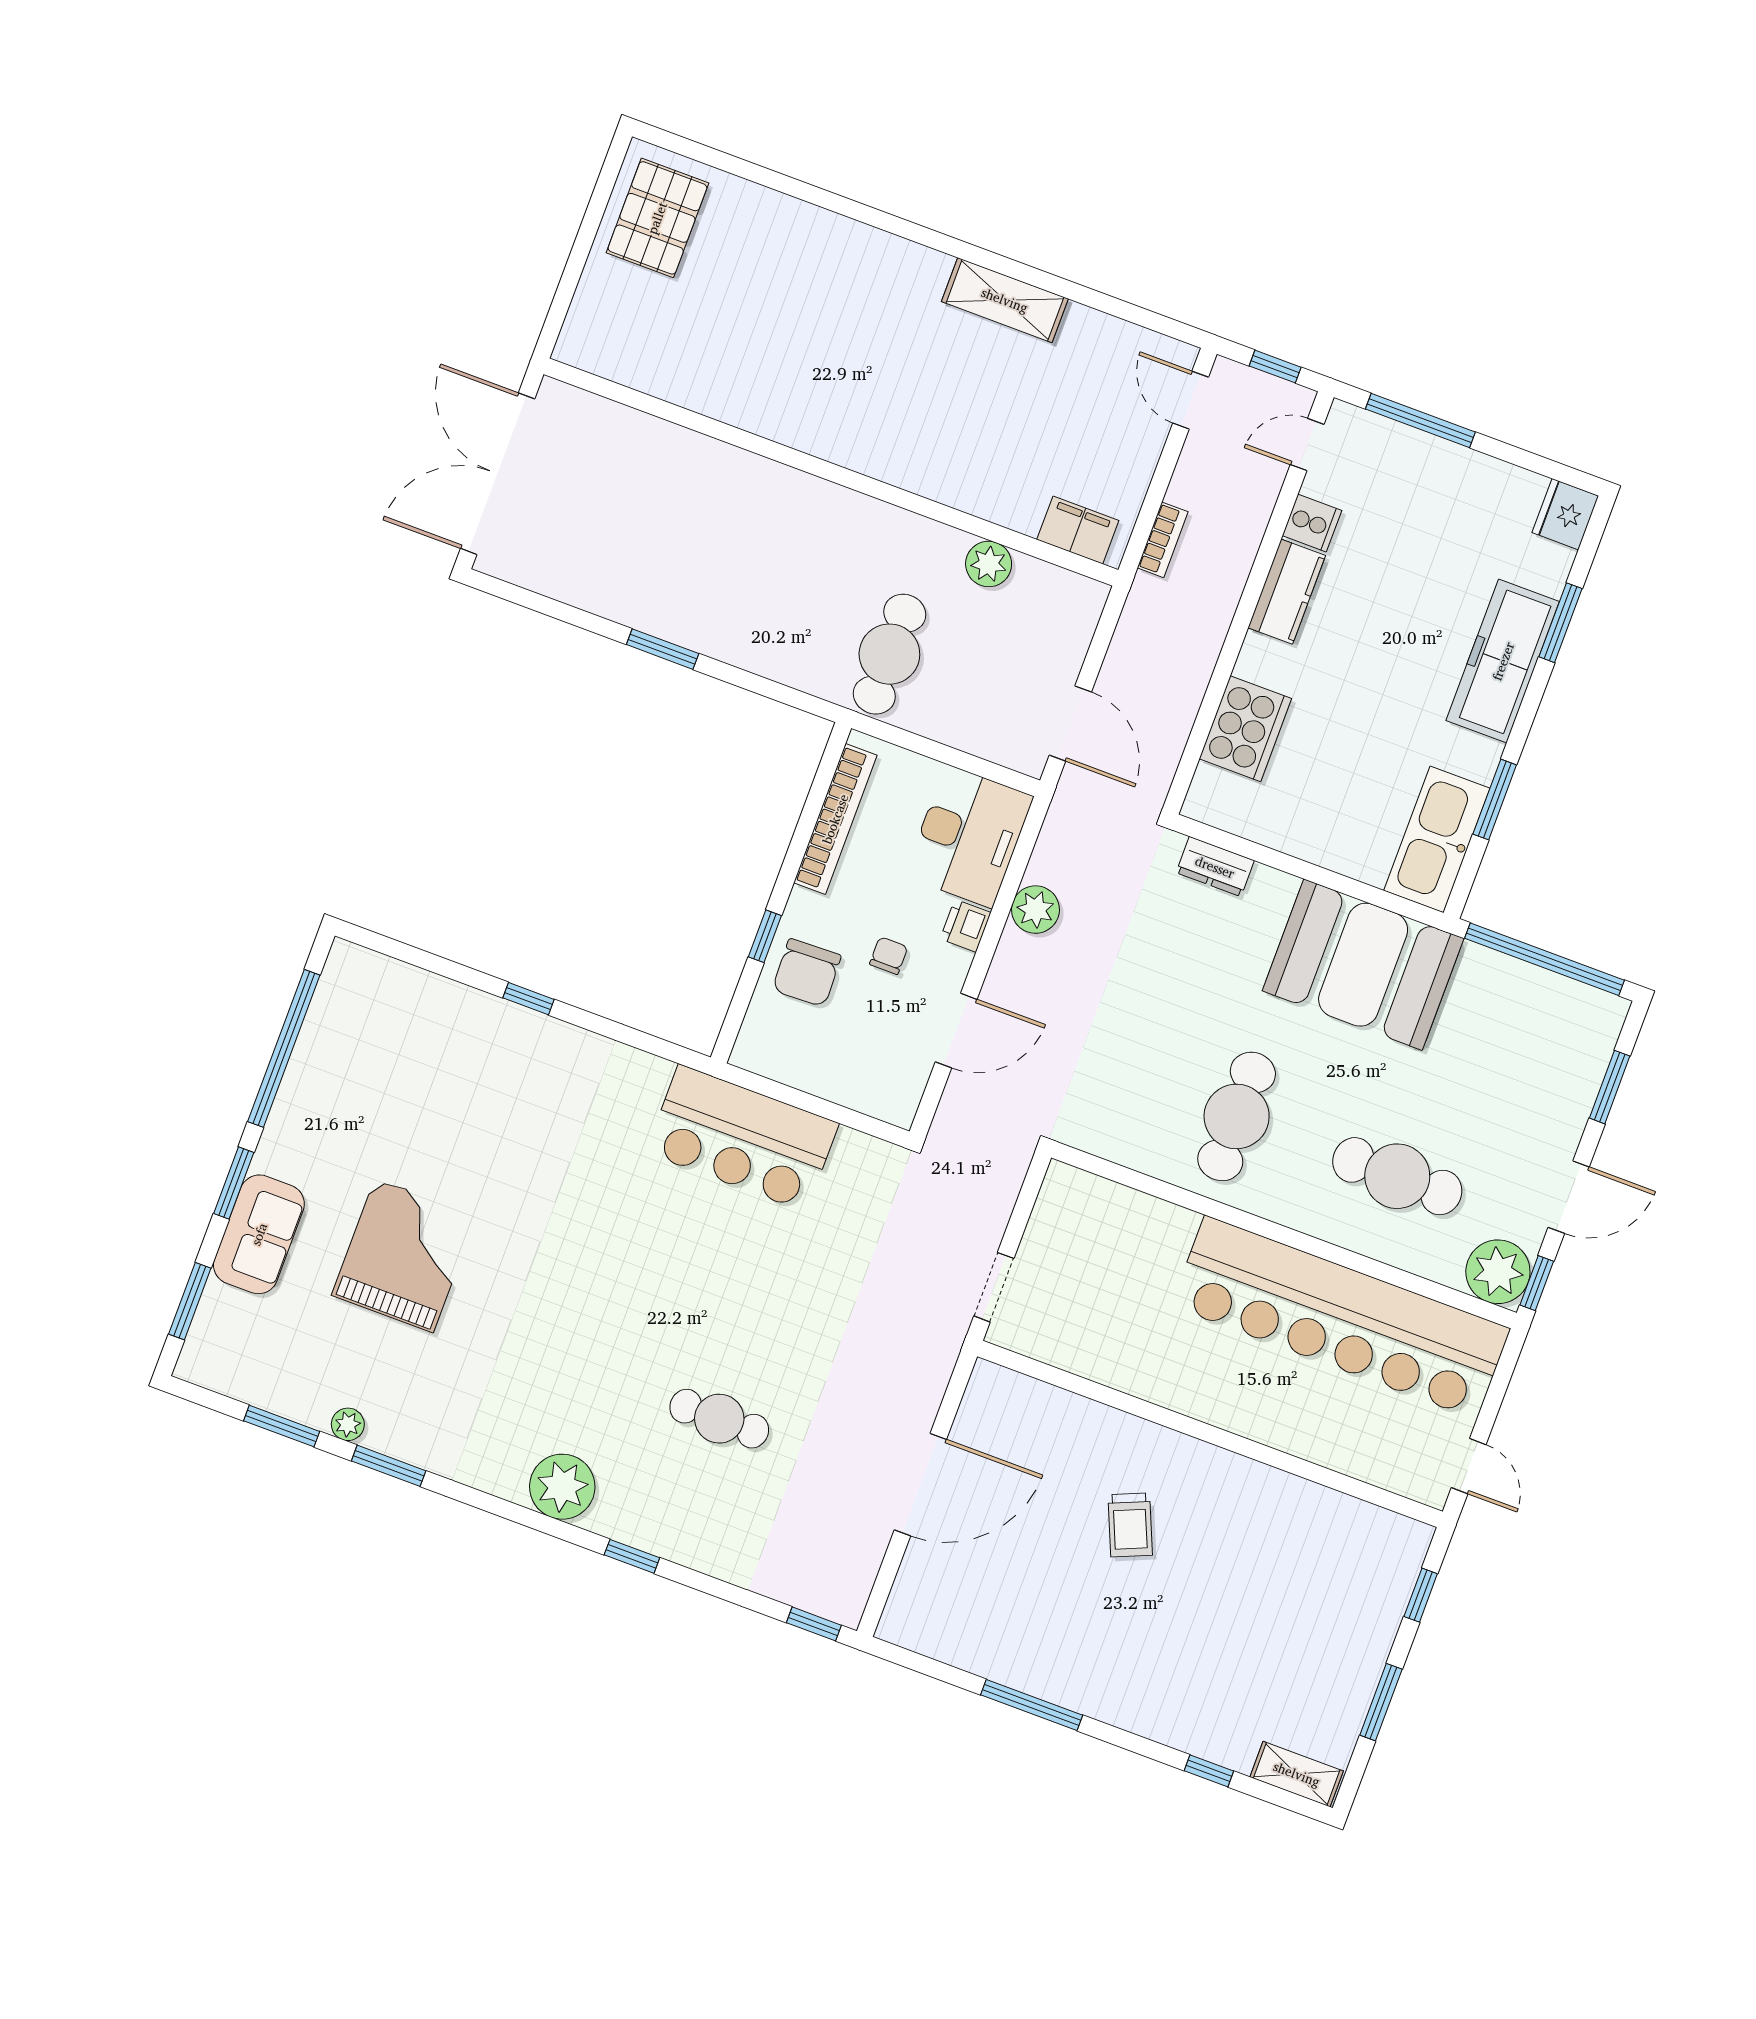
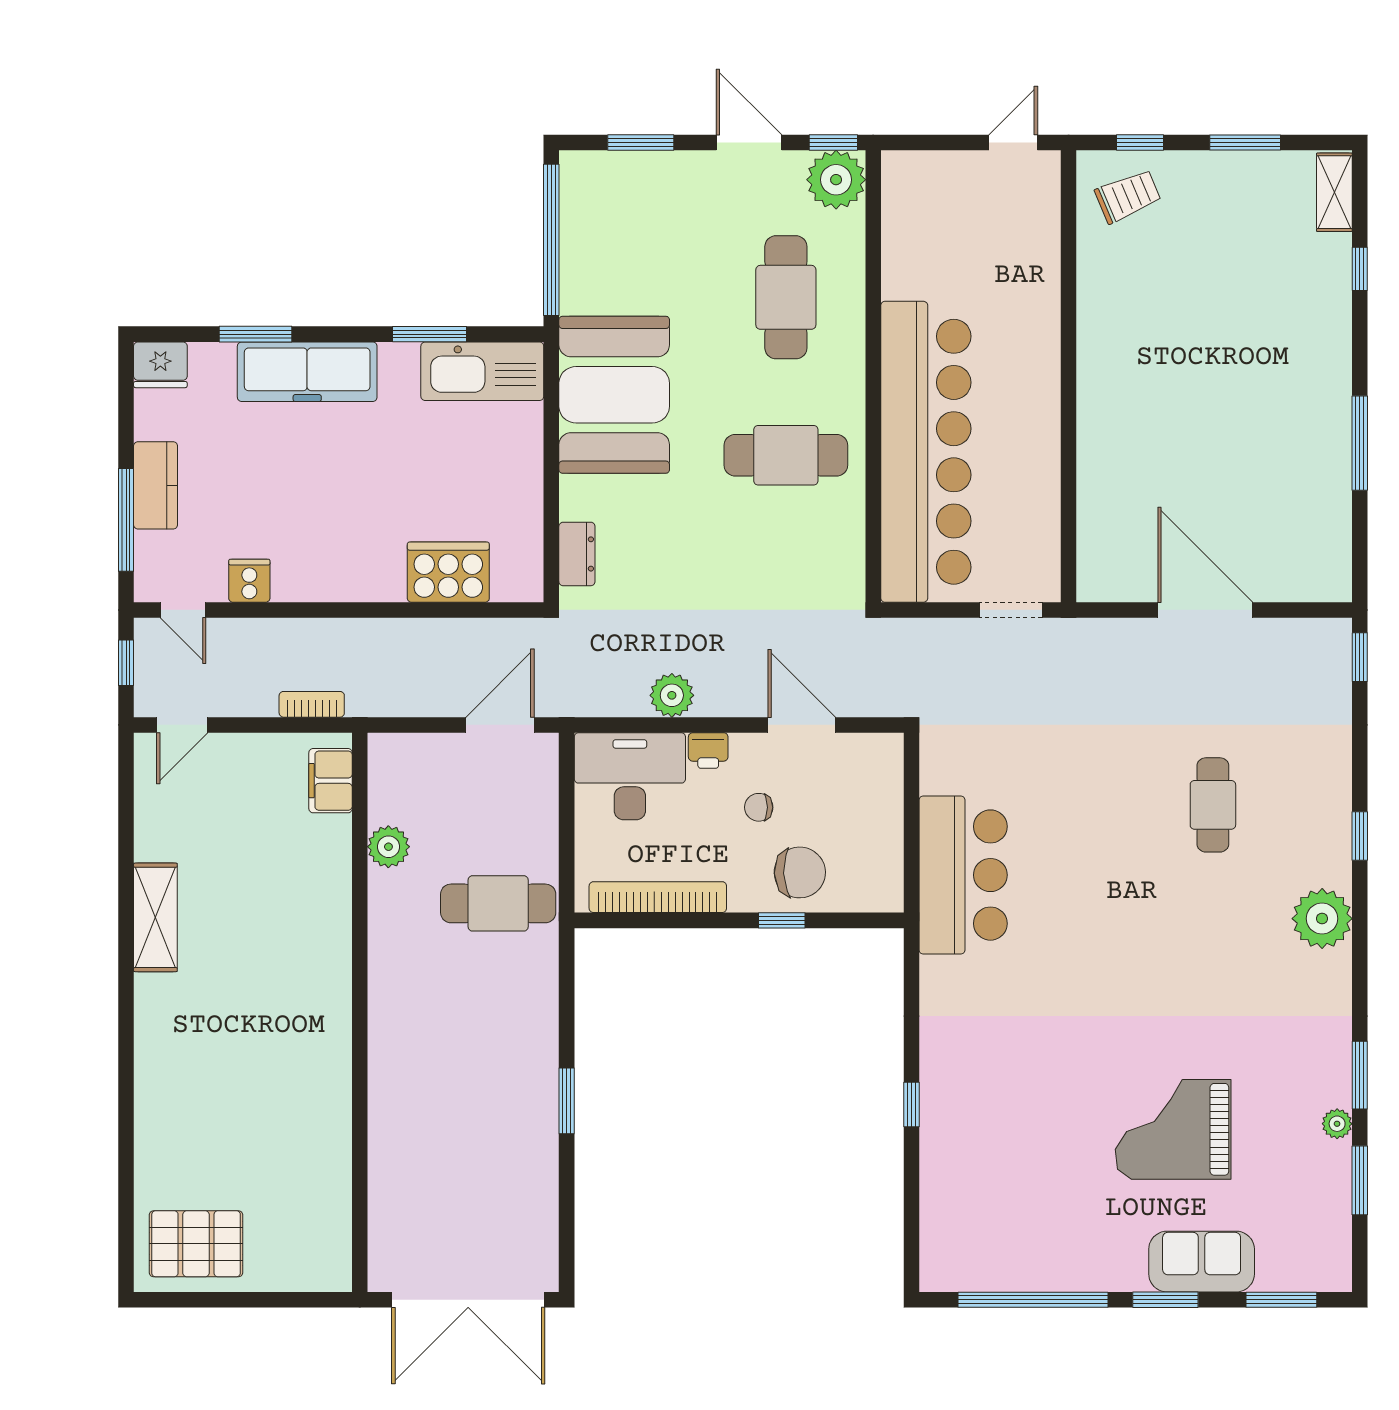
kitchen counter: (1287, 592) -> (156, 485), moved, turned 90
bar counter: (1341, 1317) -> (926, 452), moved
trolley: (1130, 1525) -> (1128, 196), moved

